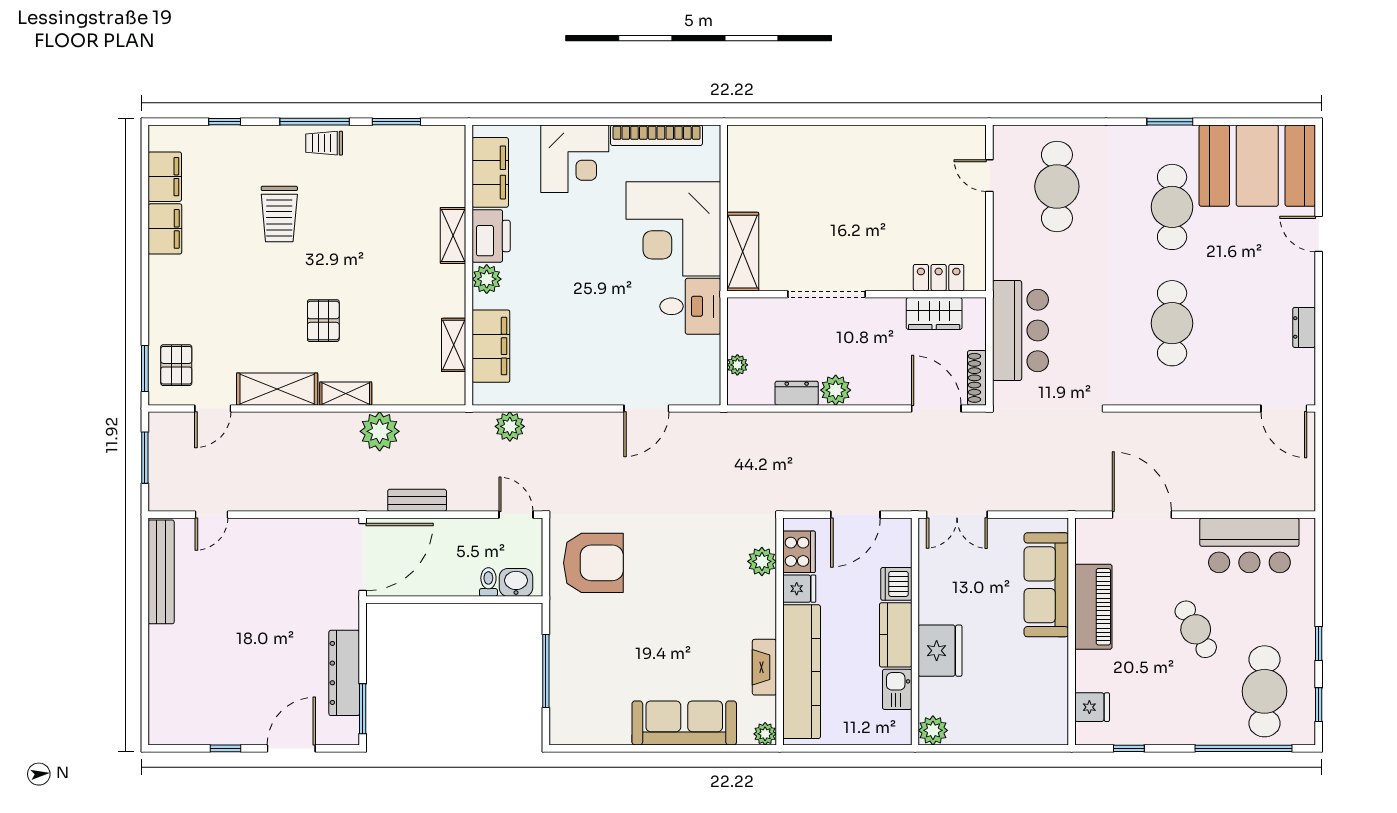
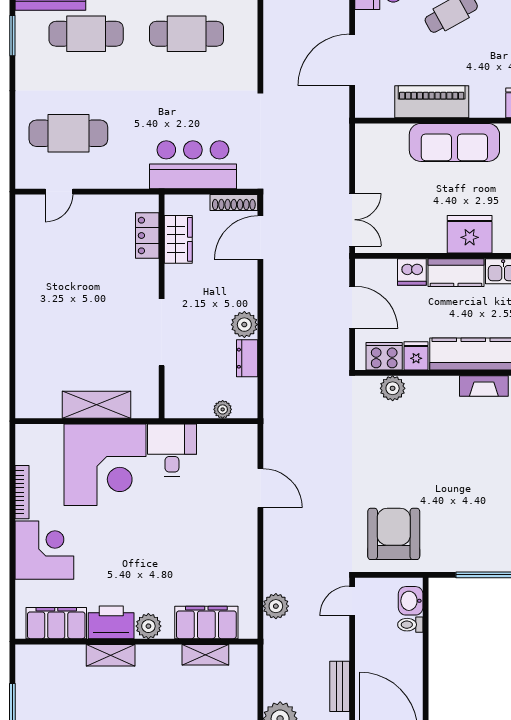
bookcase: (657, 135) -> (22, 492), width x0.68, depth x0.76
shelving: (743, 252) -> (96, 405), moved
sofa: (1046, 585) -> (454, 142), moved

